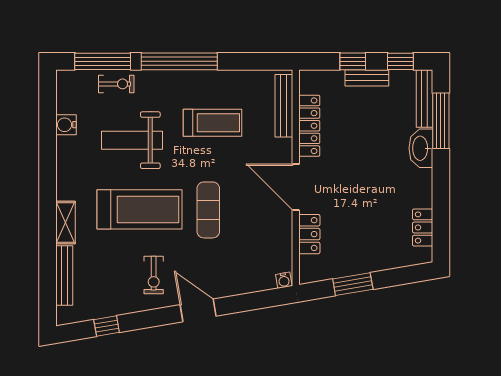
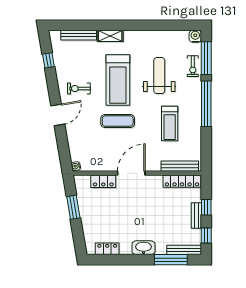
water cooler: (66, 125) -> (195, 36), moved
locker: (309, 126) -> (182, 181), moved
washbasin: (421, 148) -> (144, 248), moved

